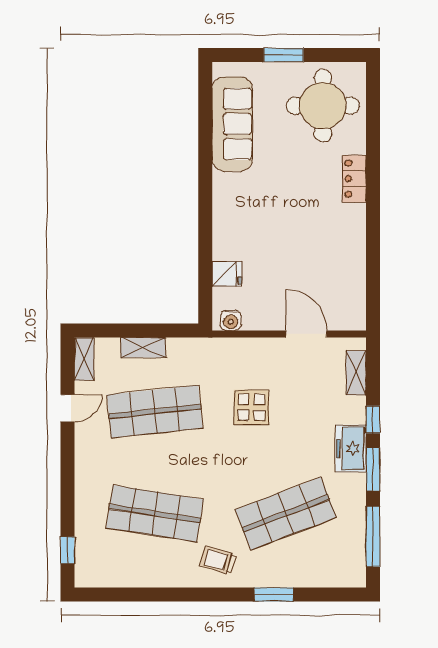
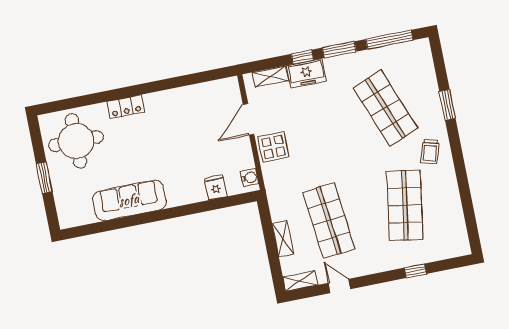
sofa: (232, 124) -> (129, 200), moved
display table: (251, 407) -> (273, 147), moved
freezer: (351, 448) -> (306, 73), moved
window: (68, 550) -> (415, 271), moved

